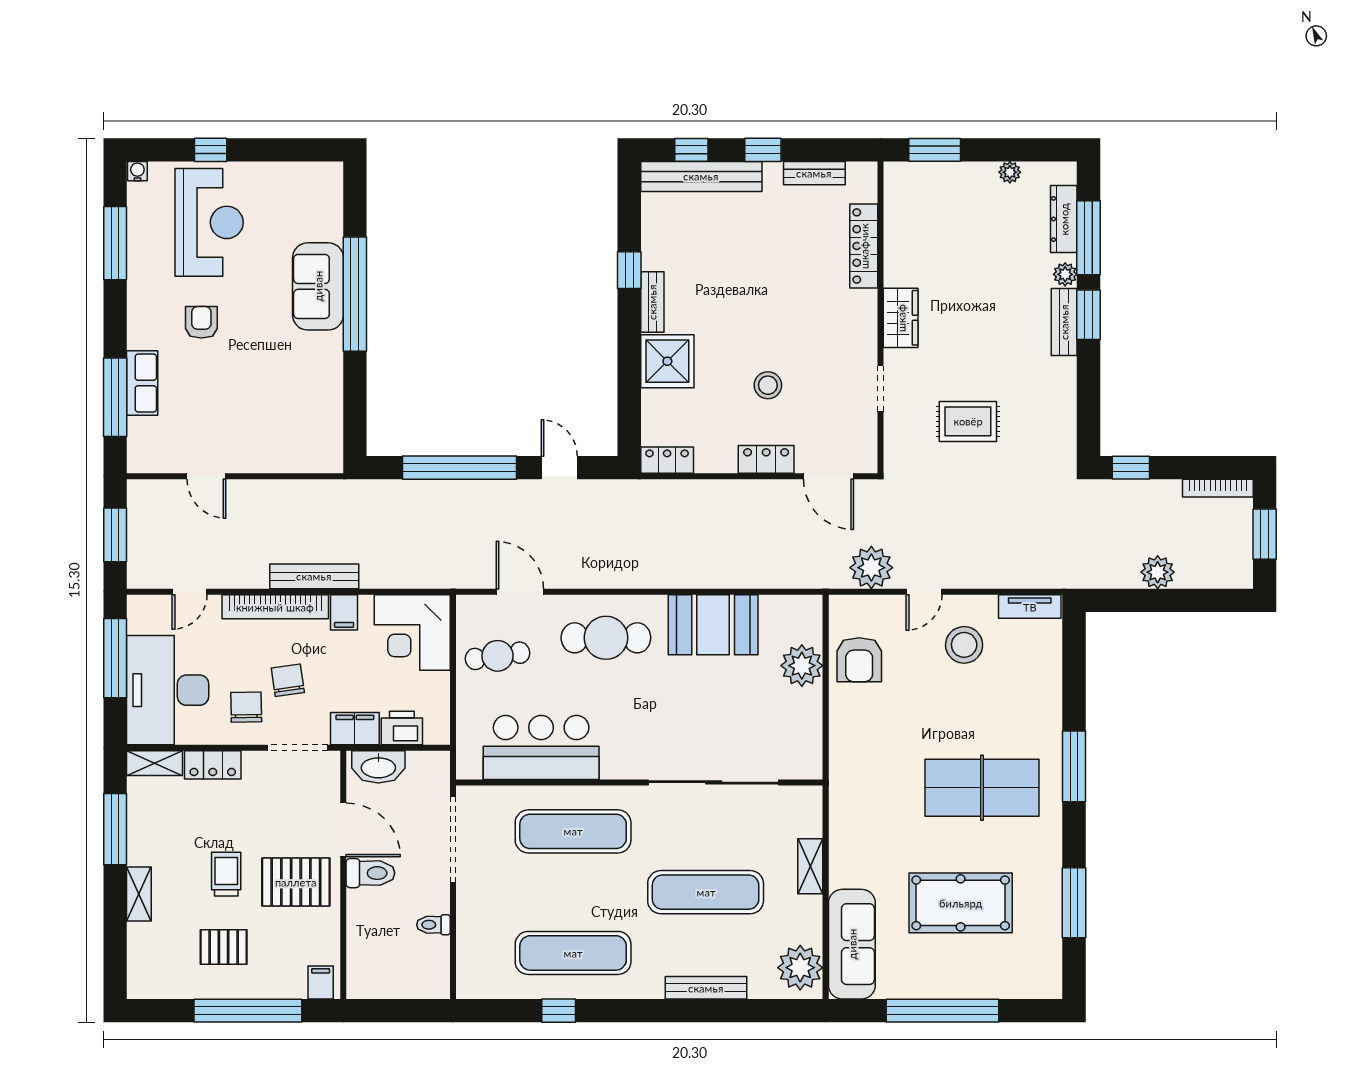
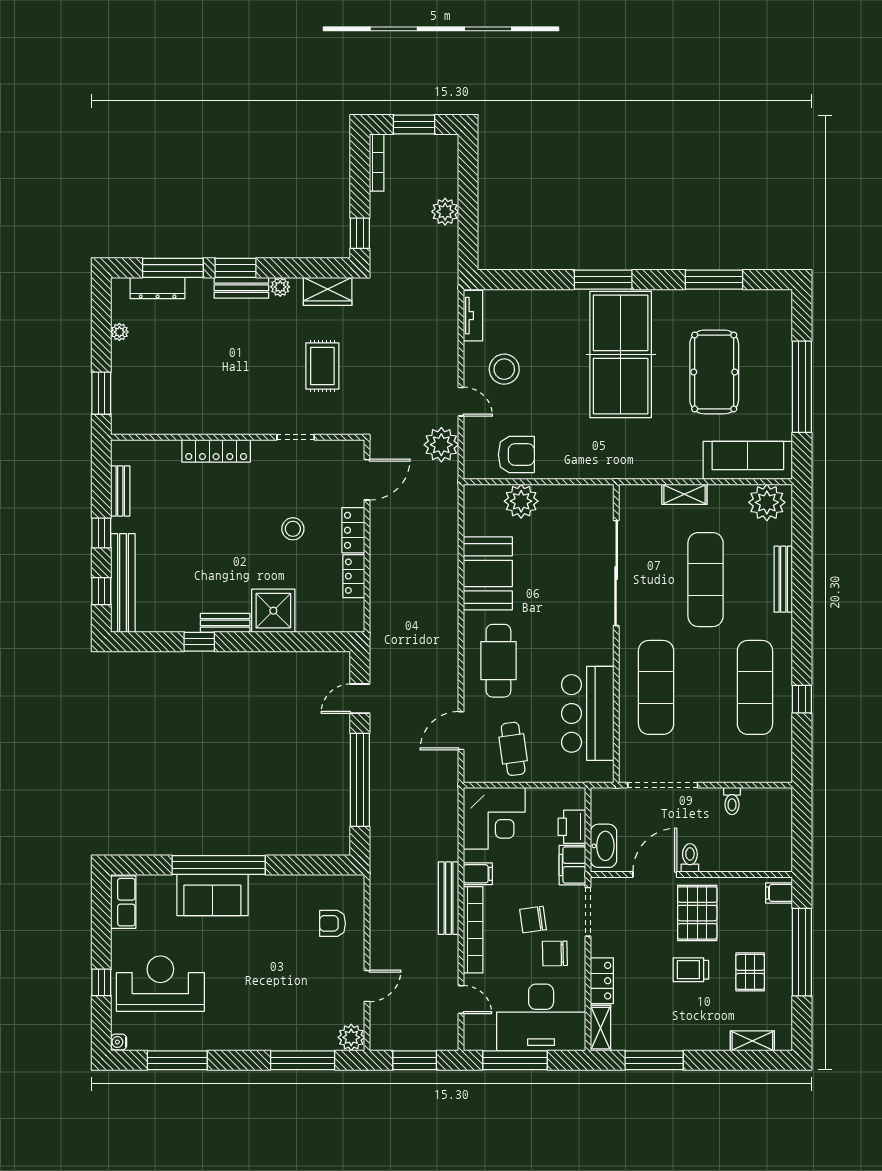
locker: (864, 246) -> (216, 451), moved
plant: (1065, 274) -> (280, 287), moved
wardrobe: (901, 318) -> (328, 291), moved, turned 180
armchair: (201, 322) -> (332, 923), moved
row of seats: (142, 383) -> (123, 902), moved, turned 90
plant: (143, 457) -> (351, 1037), added
locker: (667, 460) -> (354, 576), moved
table tennis table: (982, 788) -> (621, 354), width x1.36, depth x1.32
toilet: (370, 873) -> (690, 858), width x0.73, depth x0.72
shelving: (139, 894) -> (752, 1041), moved

